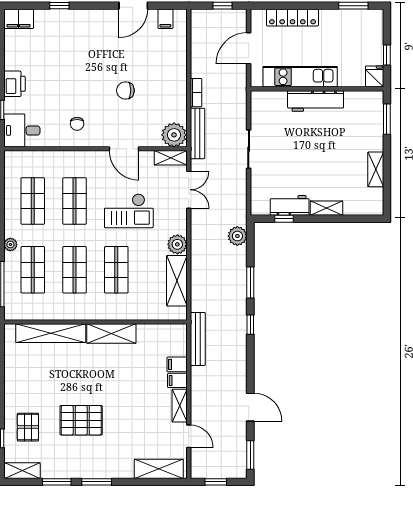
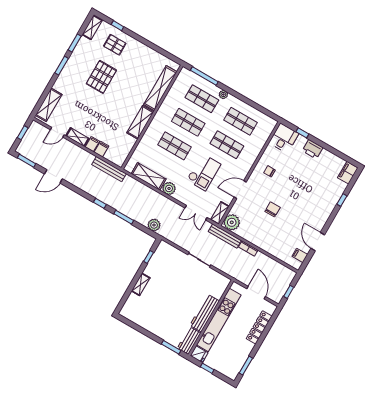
kitchen unit: (300, 77) -> (219, 320), width x1.36
shelving: (376, 169) -> (146, 325), removed
workbench: (290, 205) -> (189, 341), moved, turned 180
checkout: (129, 211) -> (204, 172), turned 180

